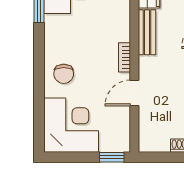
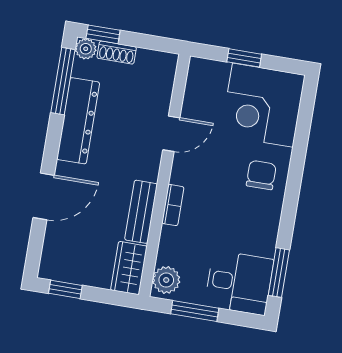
bookcase: (125, 57) -> (173, 205), moved
window: (112, 157) -> (244, 58), moved

